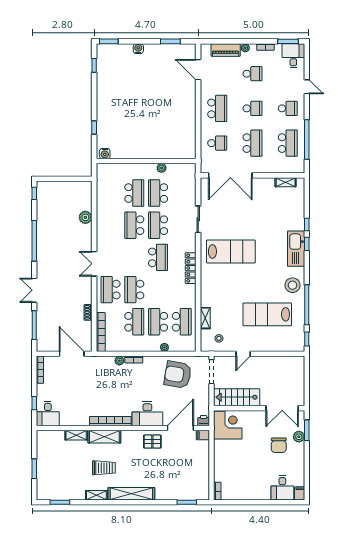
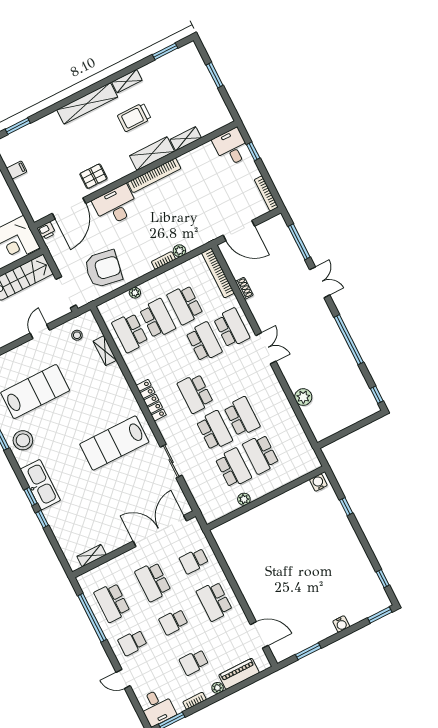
filing cabinet: (203, 435) -> (17, 170), moved

